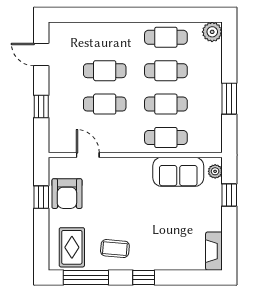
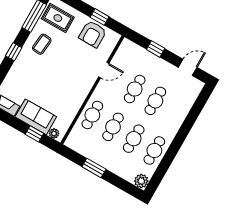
door: (88, 155) -> (104, 70), moved
sofa: (178, 172) -> (36, 117), moved, turned 90
armchair: (67, 194) -> (93, 34), turned -90

